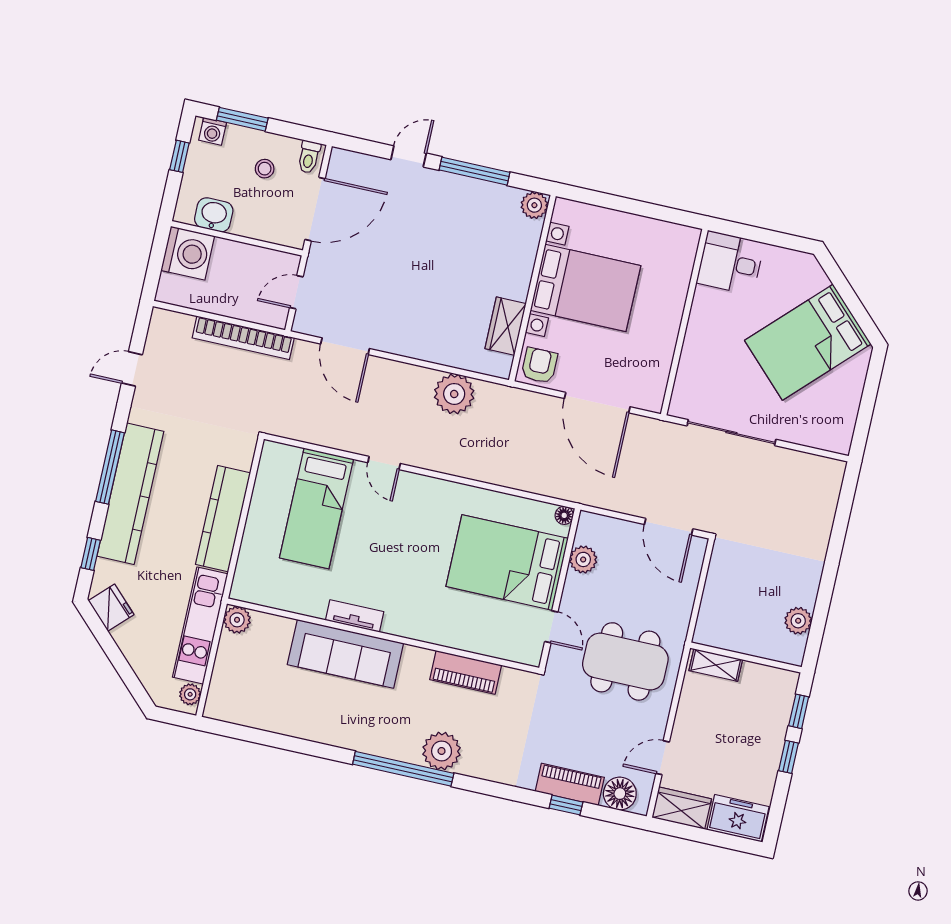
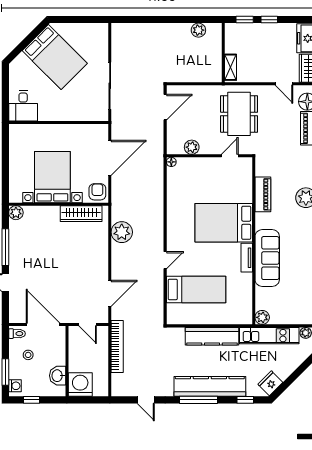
wardrobe: (506, 326) -> (81, 214), width x1.50
armchair: (539, 365) -> (97, 192), turned 90
bed: (507, 562) -> (224, 223), moved, turned 90

